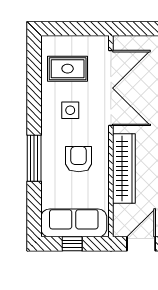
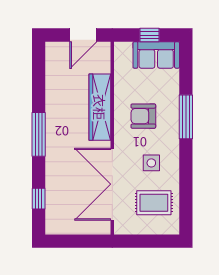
armchair: (79, 159) -> (143, 116), turned 90
sofa: (74, 223) -> (156, 55), width x0.73

